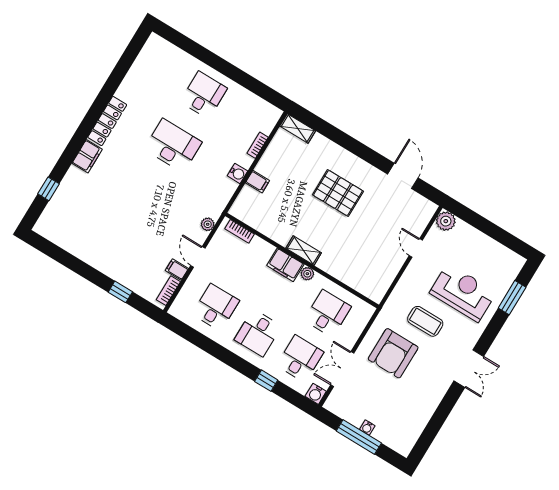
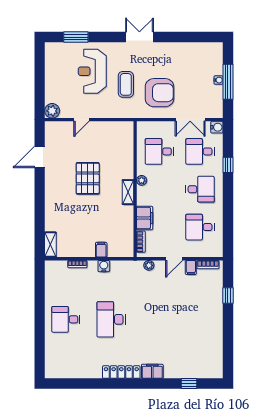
pallet: (338, 193) -> (88, 178), moved
filing cabinet: (285, 265) -> (145, 218), moved

